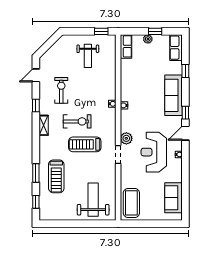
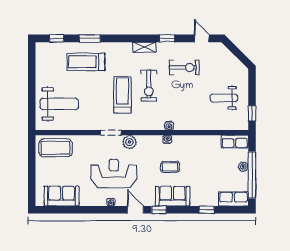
window: (155, 31) -> (252, 175), width x3.17
sofa: (174, 95) -> (173, 196), width x0.73
coffee table: (148, 103) -> (170, 167), added

